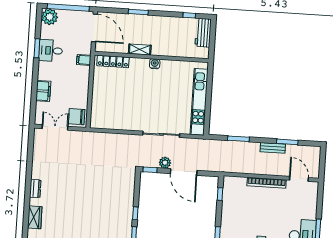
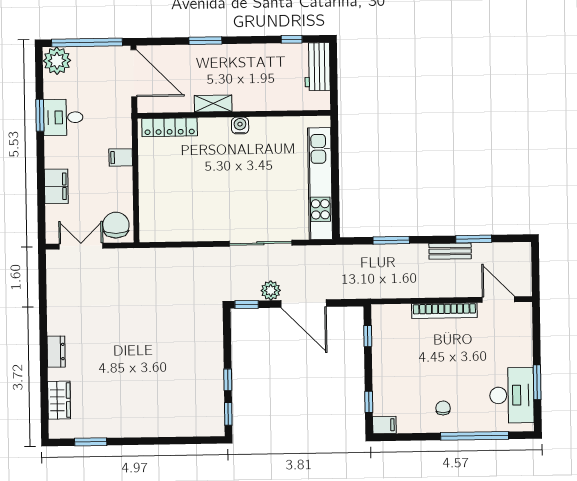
filing cabinet: (84, 60) -> (121, 157), moved
chair: (77, 117) -> (116, 225), turned 90

